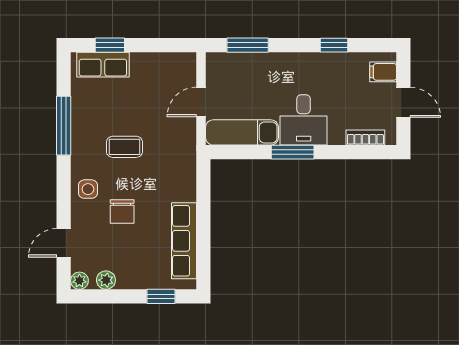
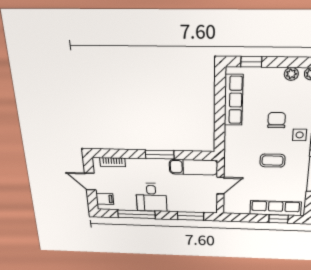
window: (334, 45) -> (136, 214), width x2.17
row of seats: (103, 65) -> (276, 208), width x1.48
desk: (304, 120) -> (151, 197), moved, turned 180

